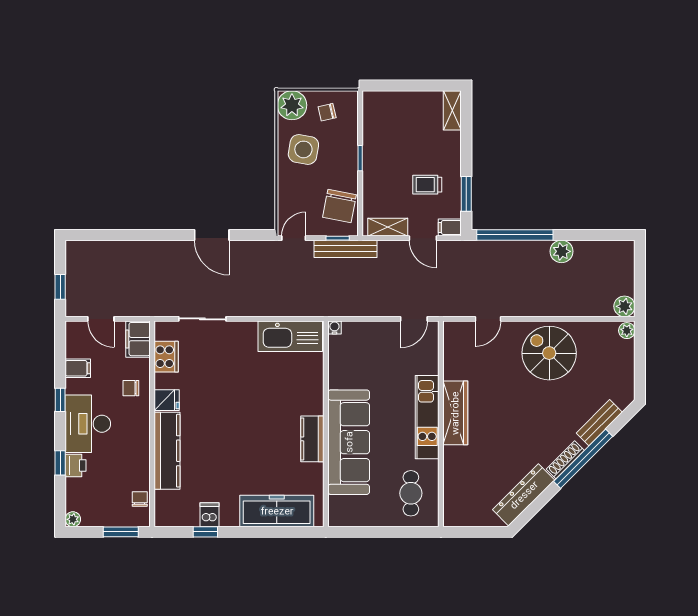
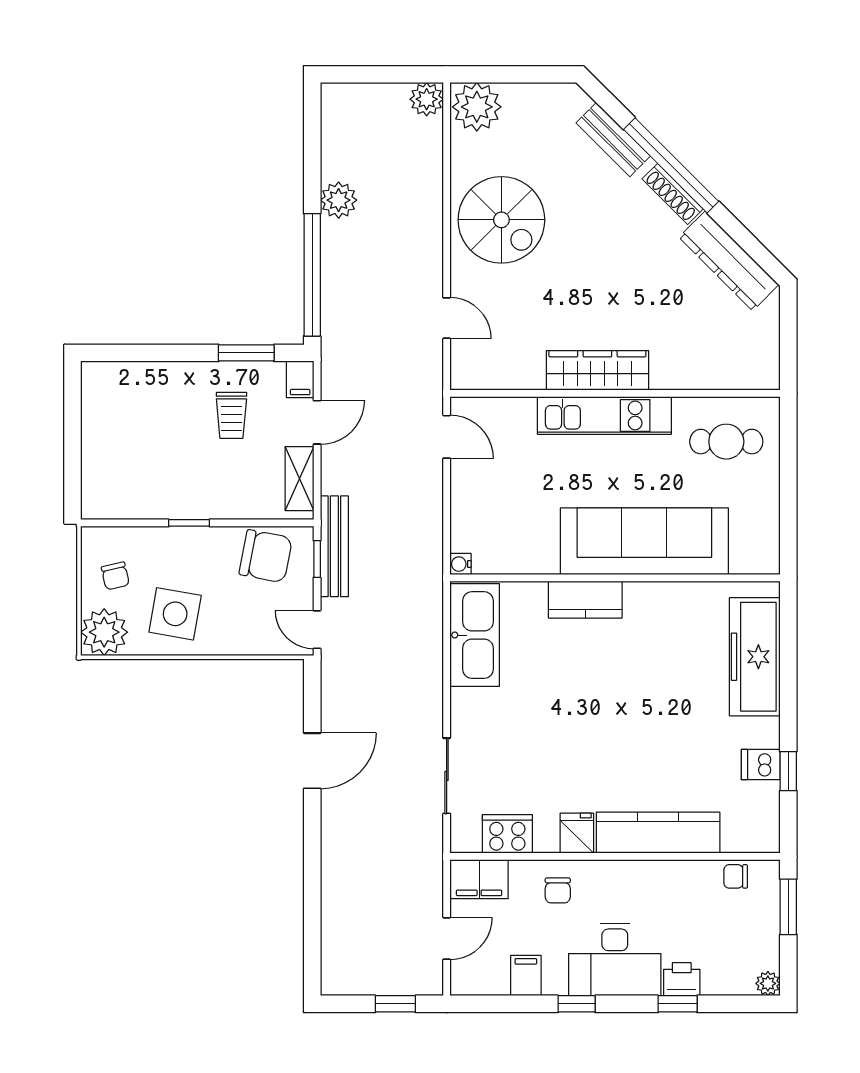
shelving: (452, 110) -> (112, 375), removed
plant: (627, 331) -> (477, 107), width x1.88, depth x1.88
spiral stairs: (549, 353) -> (501, 220), turned -90
kitchen counter: (312, 439) -> (585, 600), moved

